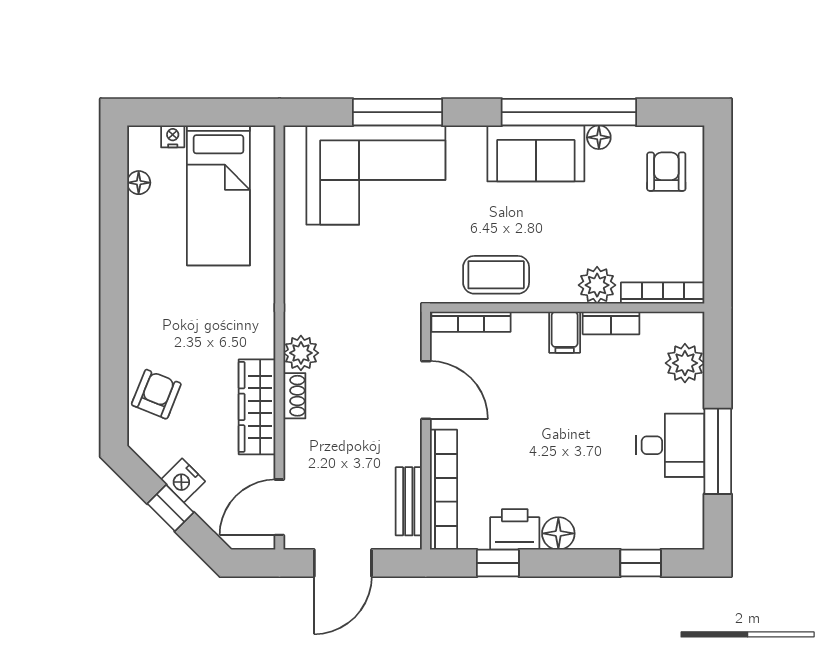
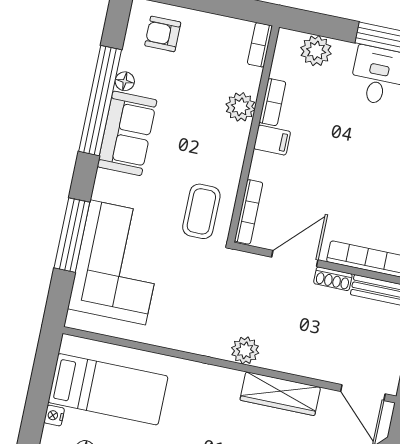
coffee table: (496, 275) -> (201, 211), moved
bookcase: (663, 293) -> (260, 45), width x0.64
shoe rack: (294, 396) -> (333, 279), moved, turned 180

